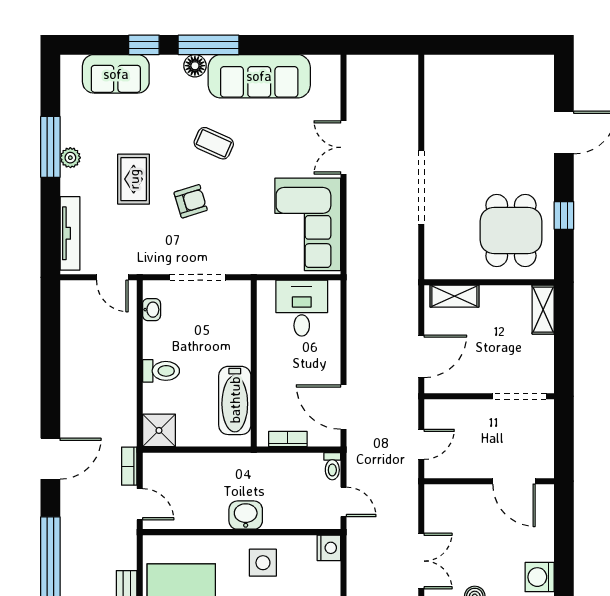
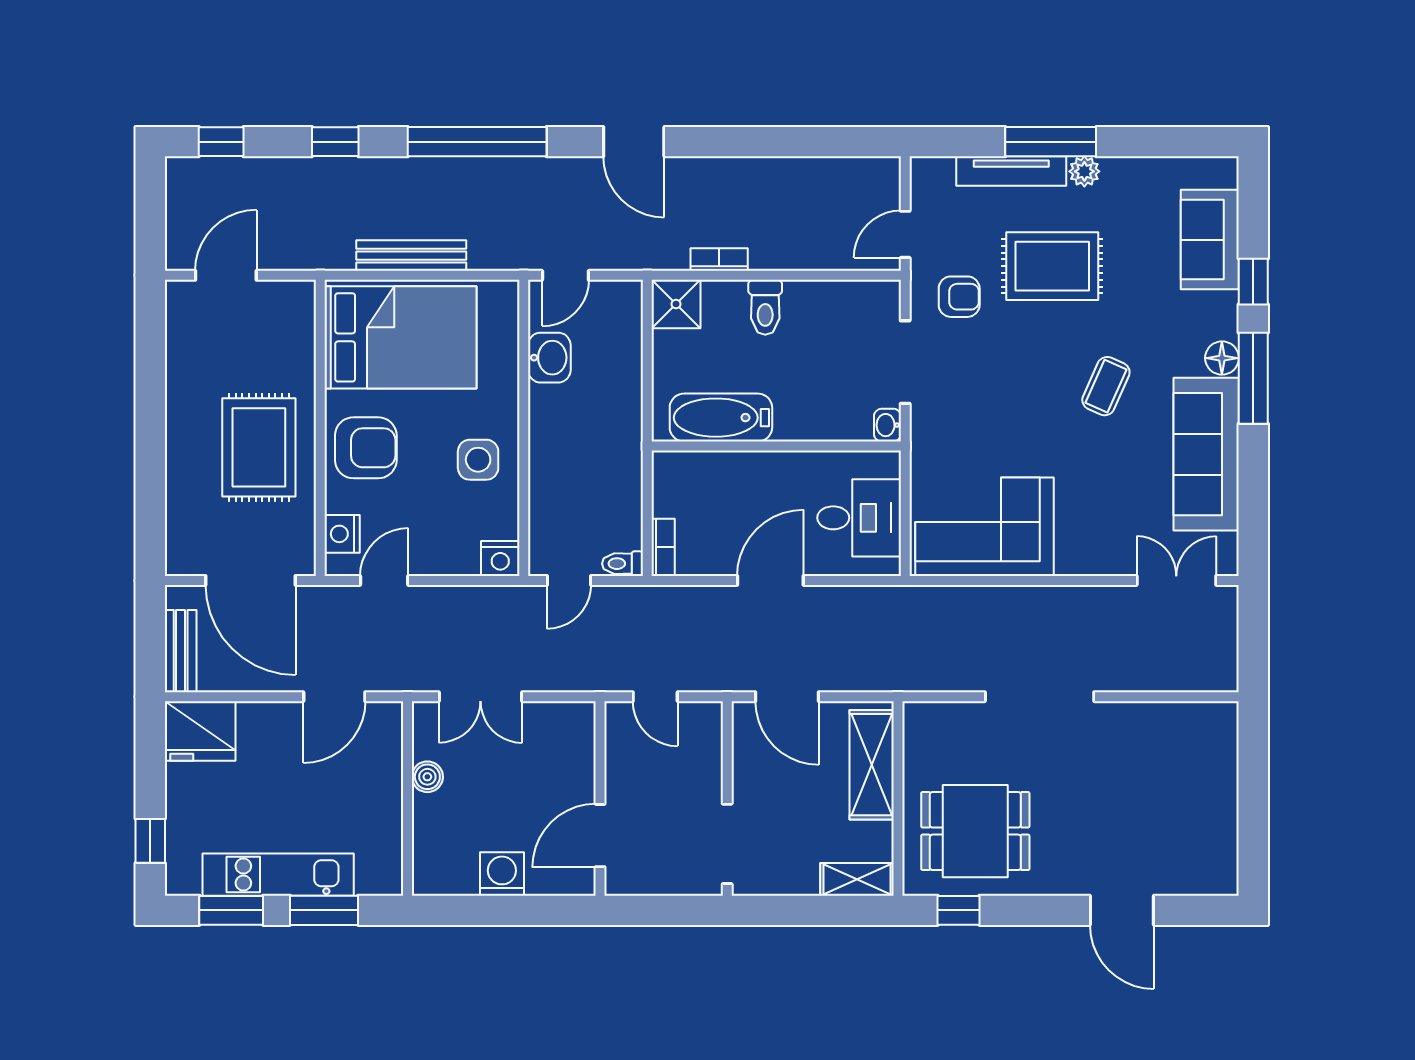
window: (50, 147) -> (1051, 142), moved
double door: (344, 147) -> (1176, 580), moved
rug: (134, 179) -> (1052, 266), width x1.36, depth x1.43
armchair: (191, 201) -> (959, 297), moved, turned -73
window: (564, 215) -> (959, 910), moved
tv unit: (70, 233) -> (1011, 171), moved
shelving: (454, 296) -> (872, 765), width x1.50, depth x1.33
washbasin: (152, 310) -> (887, 425), moved, turned 90
door: (344, 407) -> (770, 580), moved
bookcase: (288, 439) -> (663, 547), moved
bookcase: (129, 466) -> (719, 260), moved
washbasin: (246, 515) -> (549, 358), moved
washing machine: (540, 577) -> (502, 874), moved

